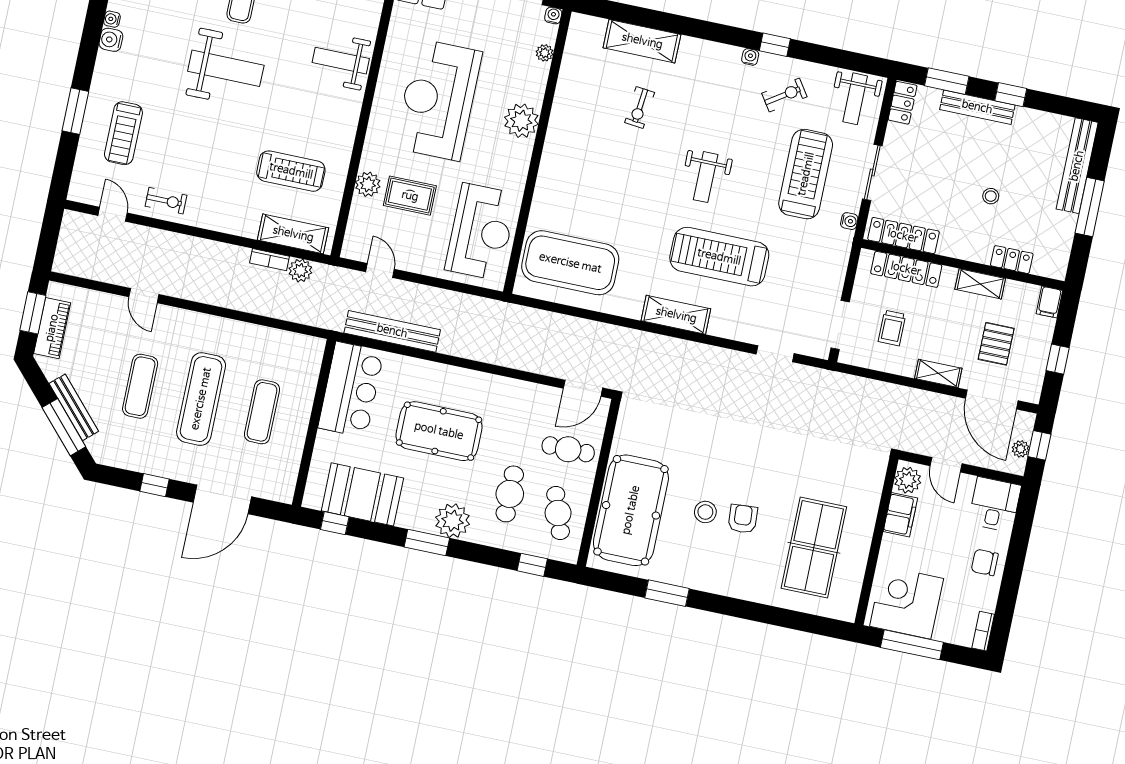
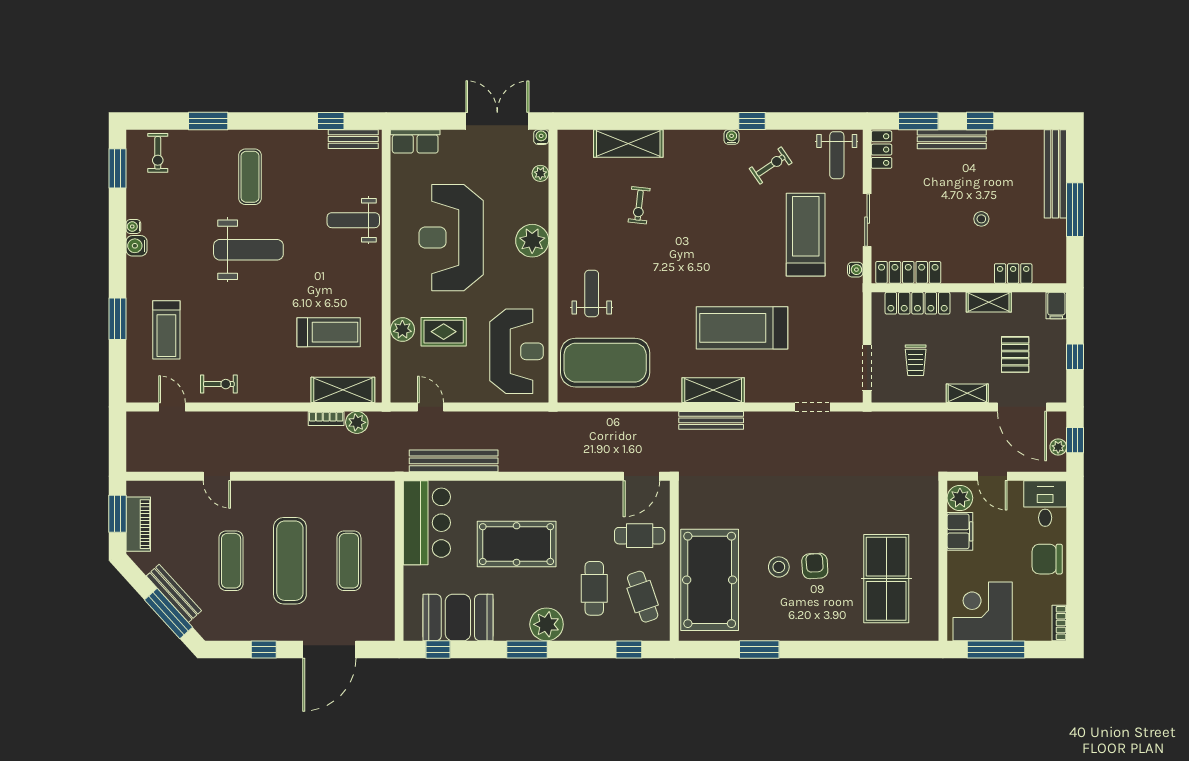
weight bench: (706, 177) -> (592, 293), moved, turned 180
bench: (667, 346) -> (711, 420), added
chair: (985, 562) -> (1047, 559), width x1.37, depth x1.37

